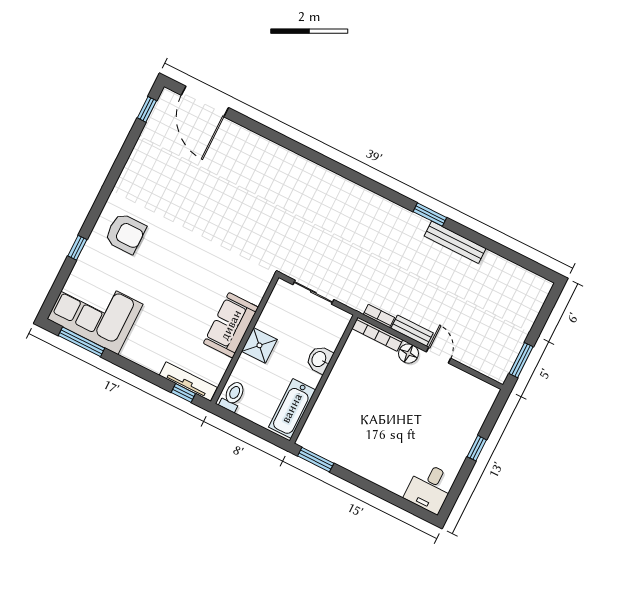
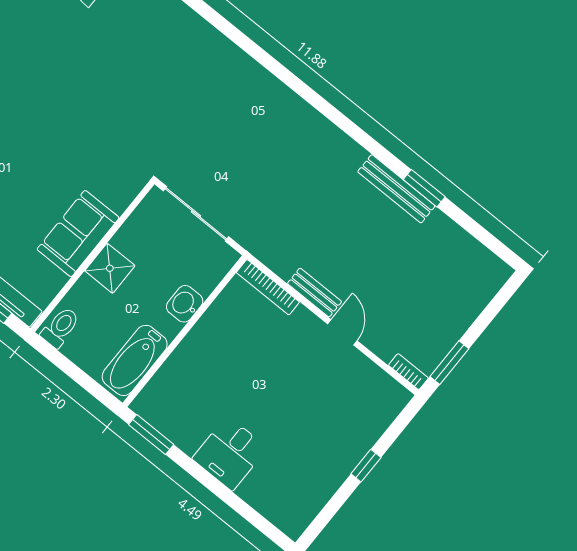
window: (430, 215) -> (424, 188), moved
sliding door: (313, 292) -> (196, 214), width x1.37
bookcase: (379, 316) -> (408, 372), moved
floor lamp: (408, 354) -> (303, 322), removed
desk: (430, 488) -> (230, 453), moved

